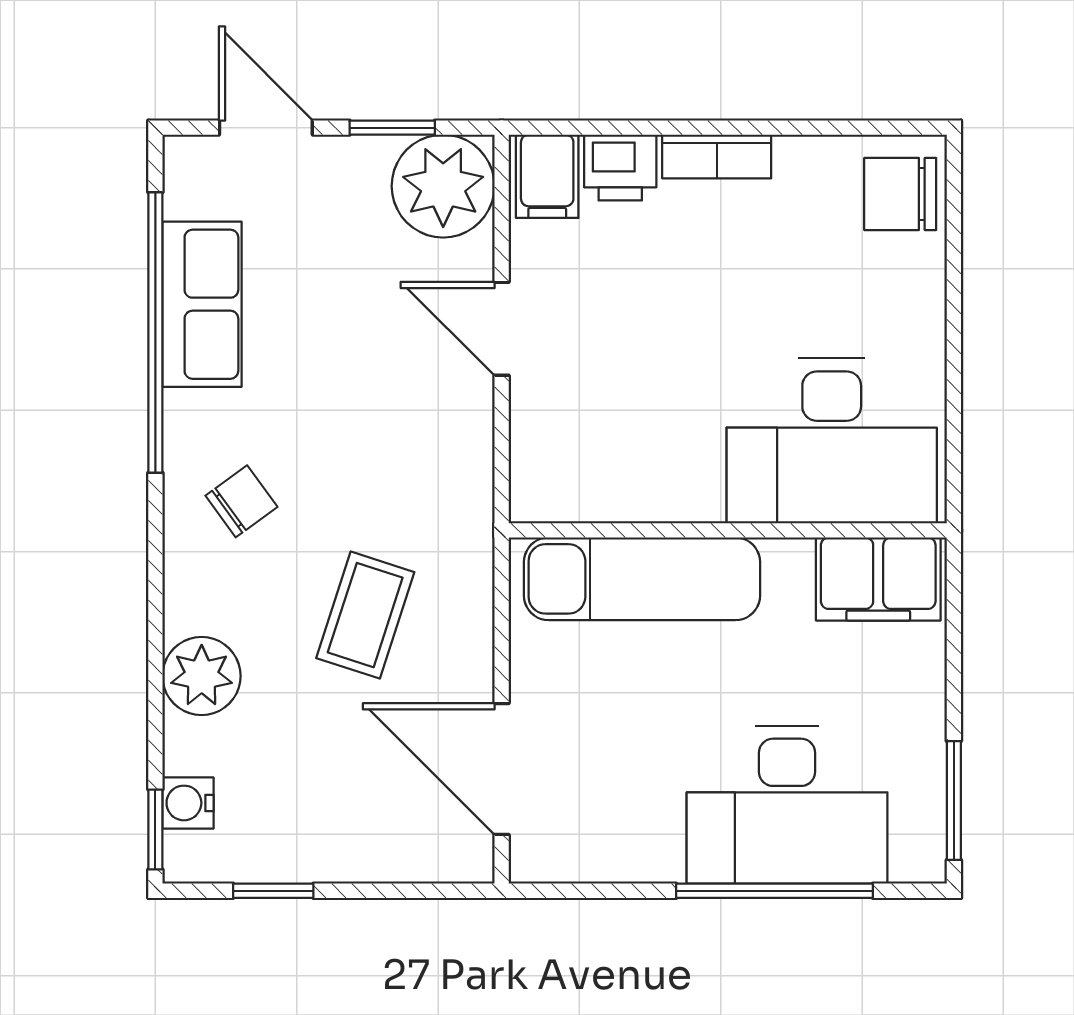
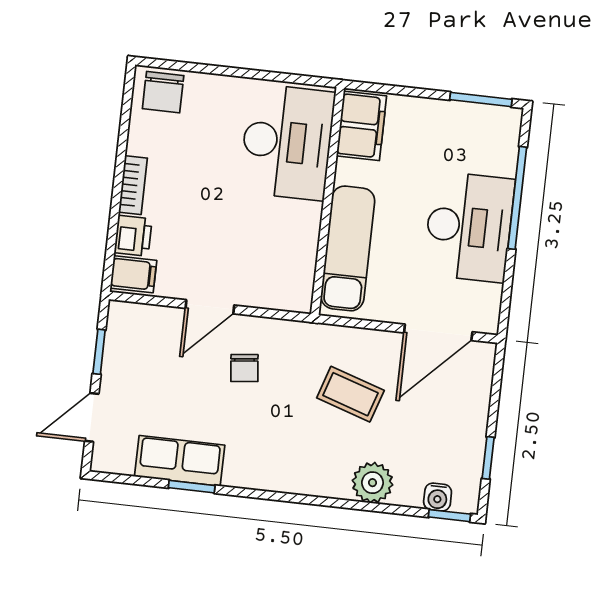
plant: (443, 186) -> (132, 329), removed
window: (155, 333) -> (192, 487), width x0.32
chair: (241, 501) -> (244, 368), moved, turned -150
desk: (787, 805) -> (469, 227), moved

